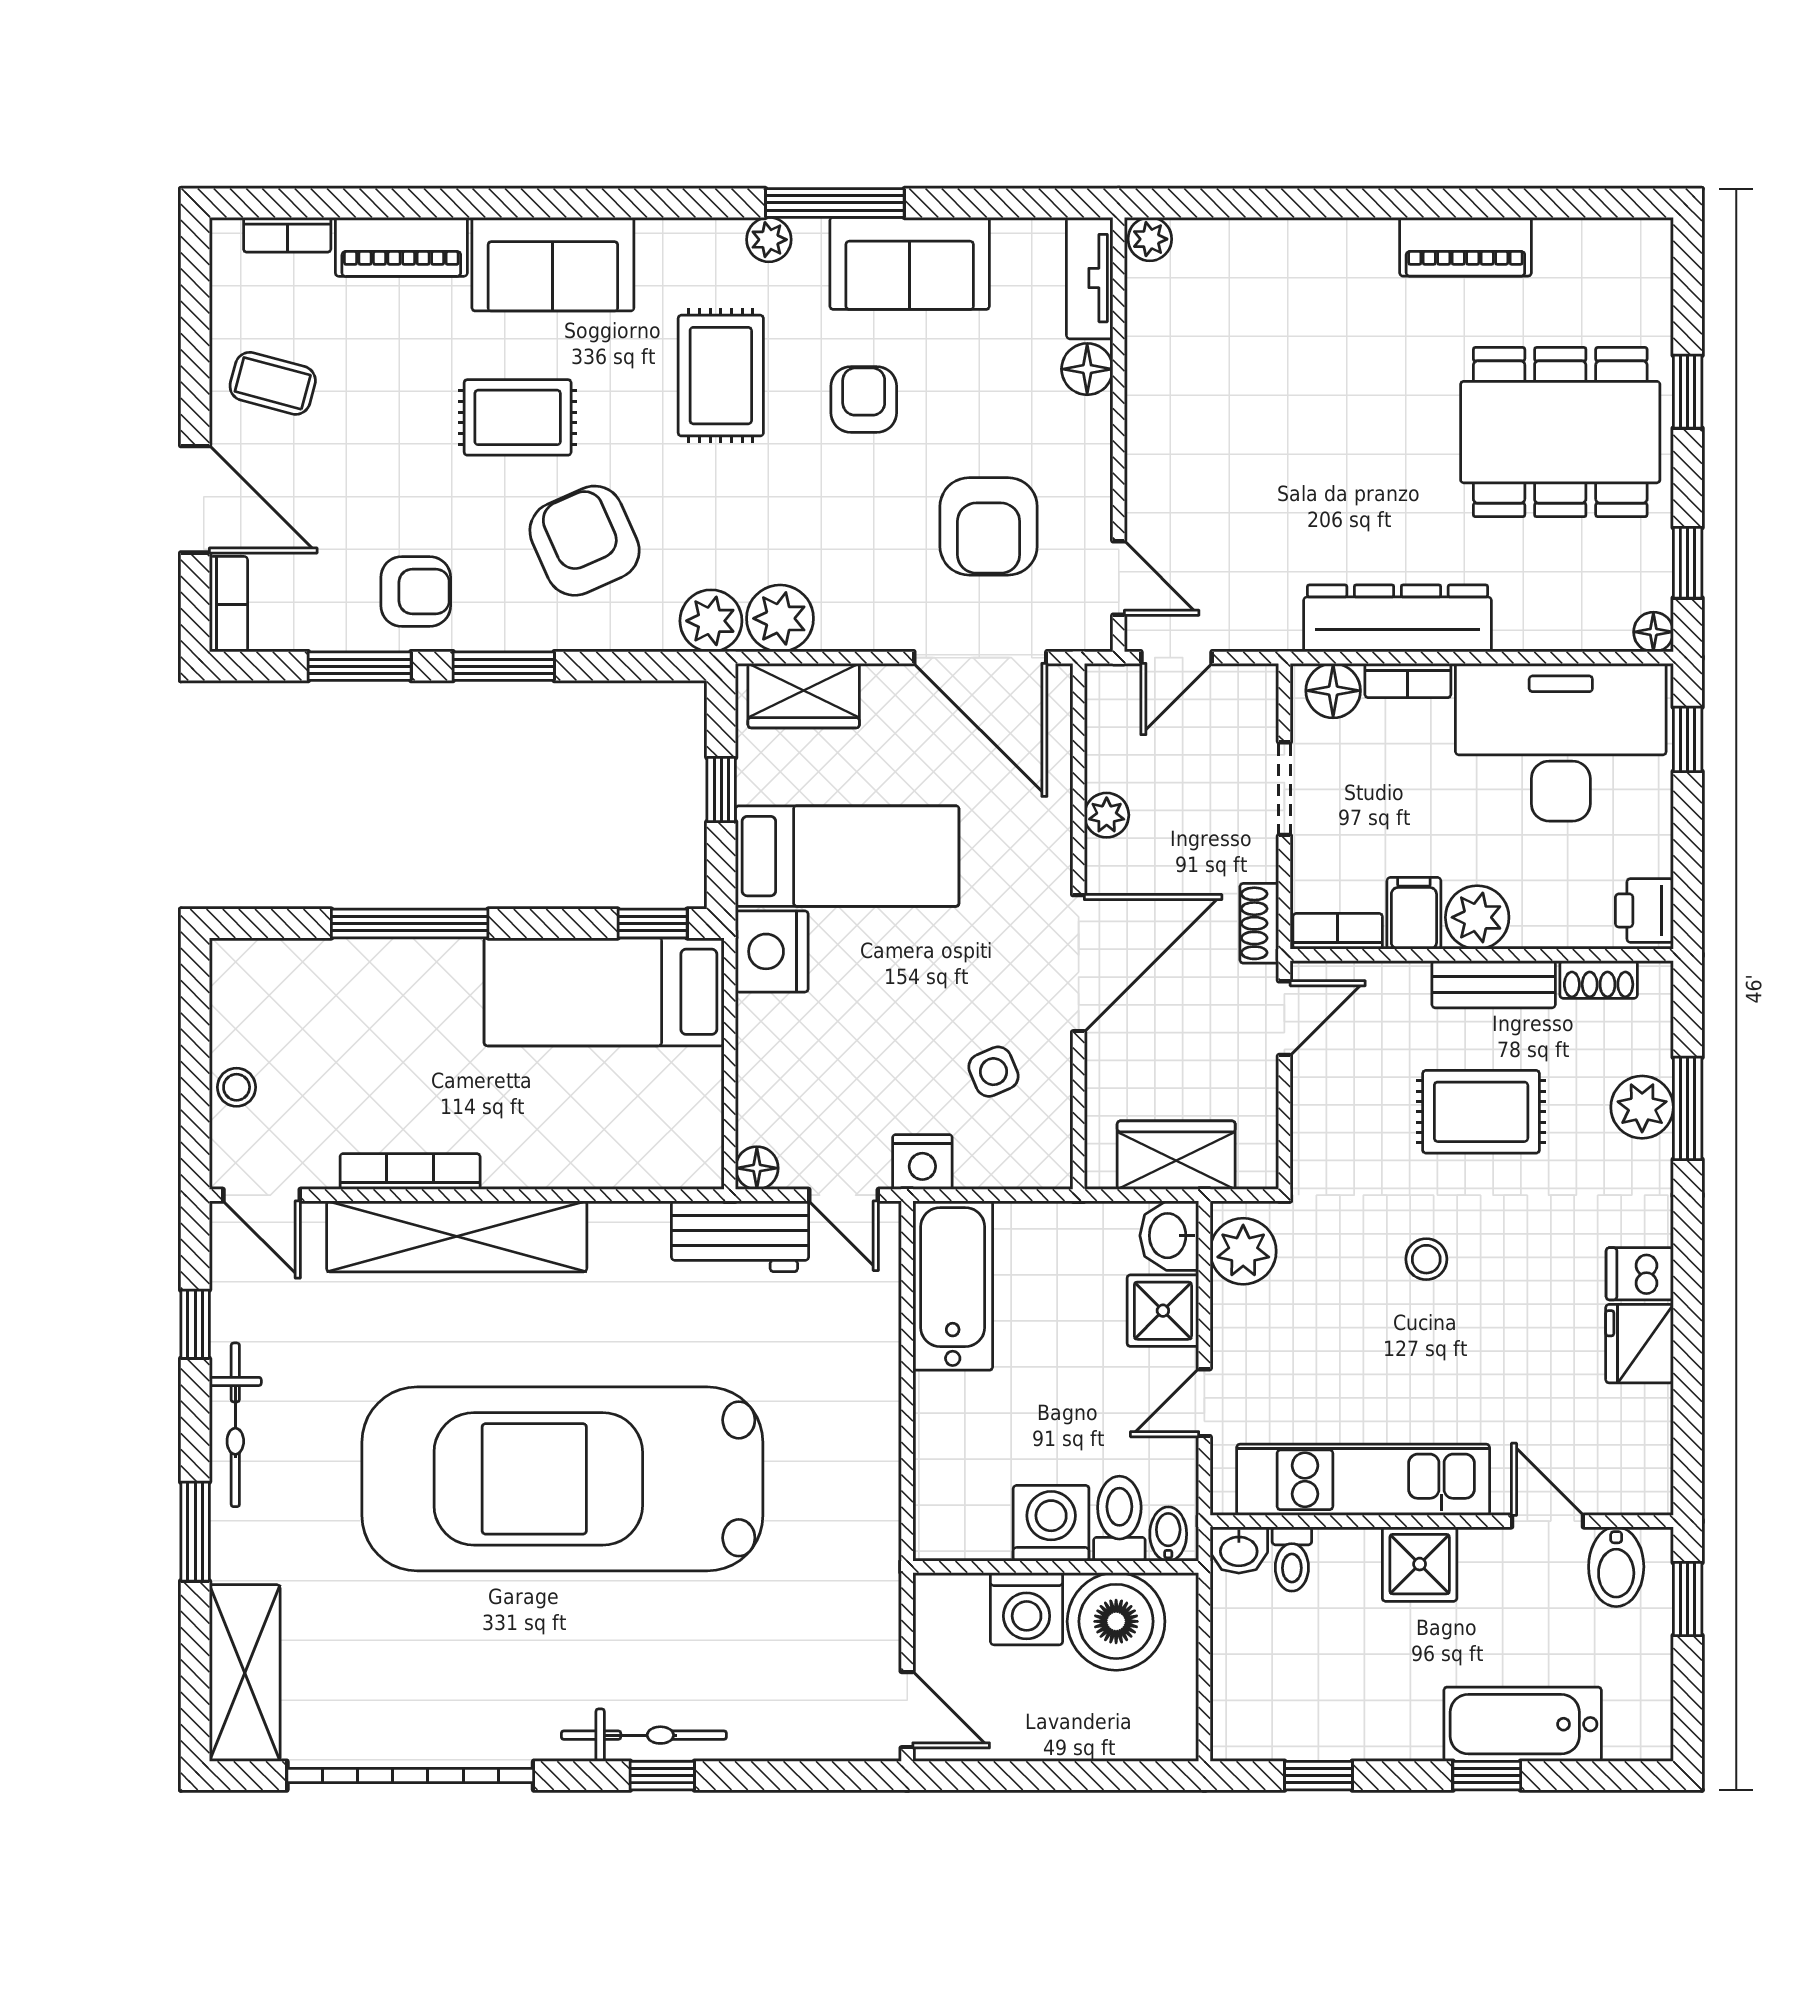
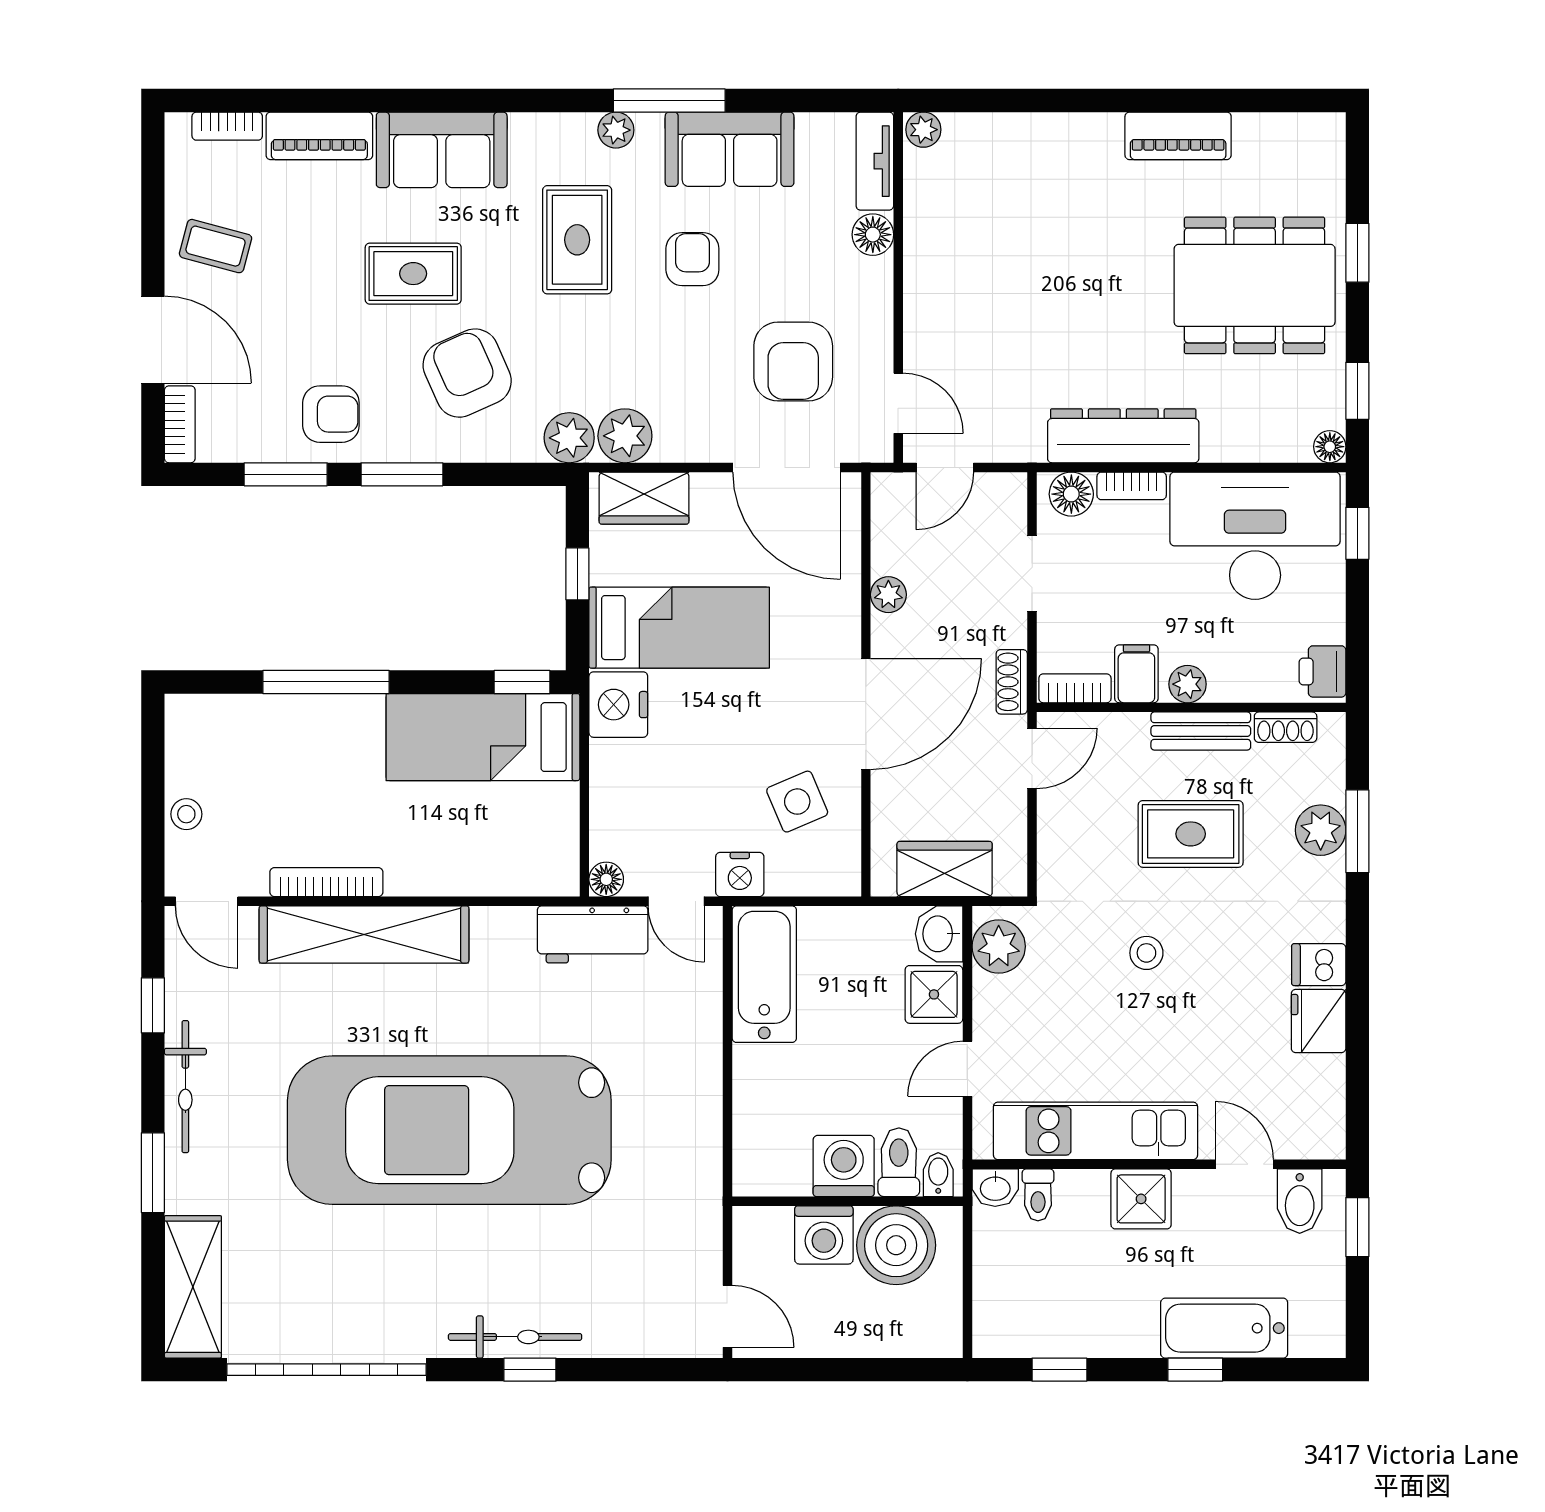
plant: (1477, 917) -> (1188, 684), width x0.73, depth x0.73
side table: (993, 1072) -> (797, 802), width x1.37, depth x1.37

